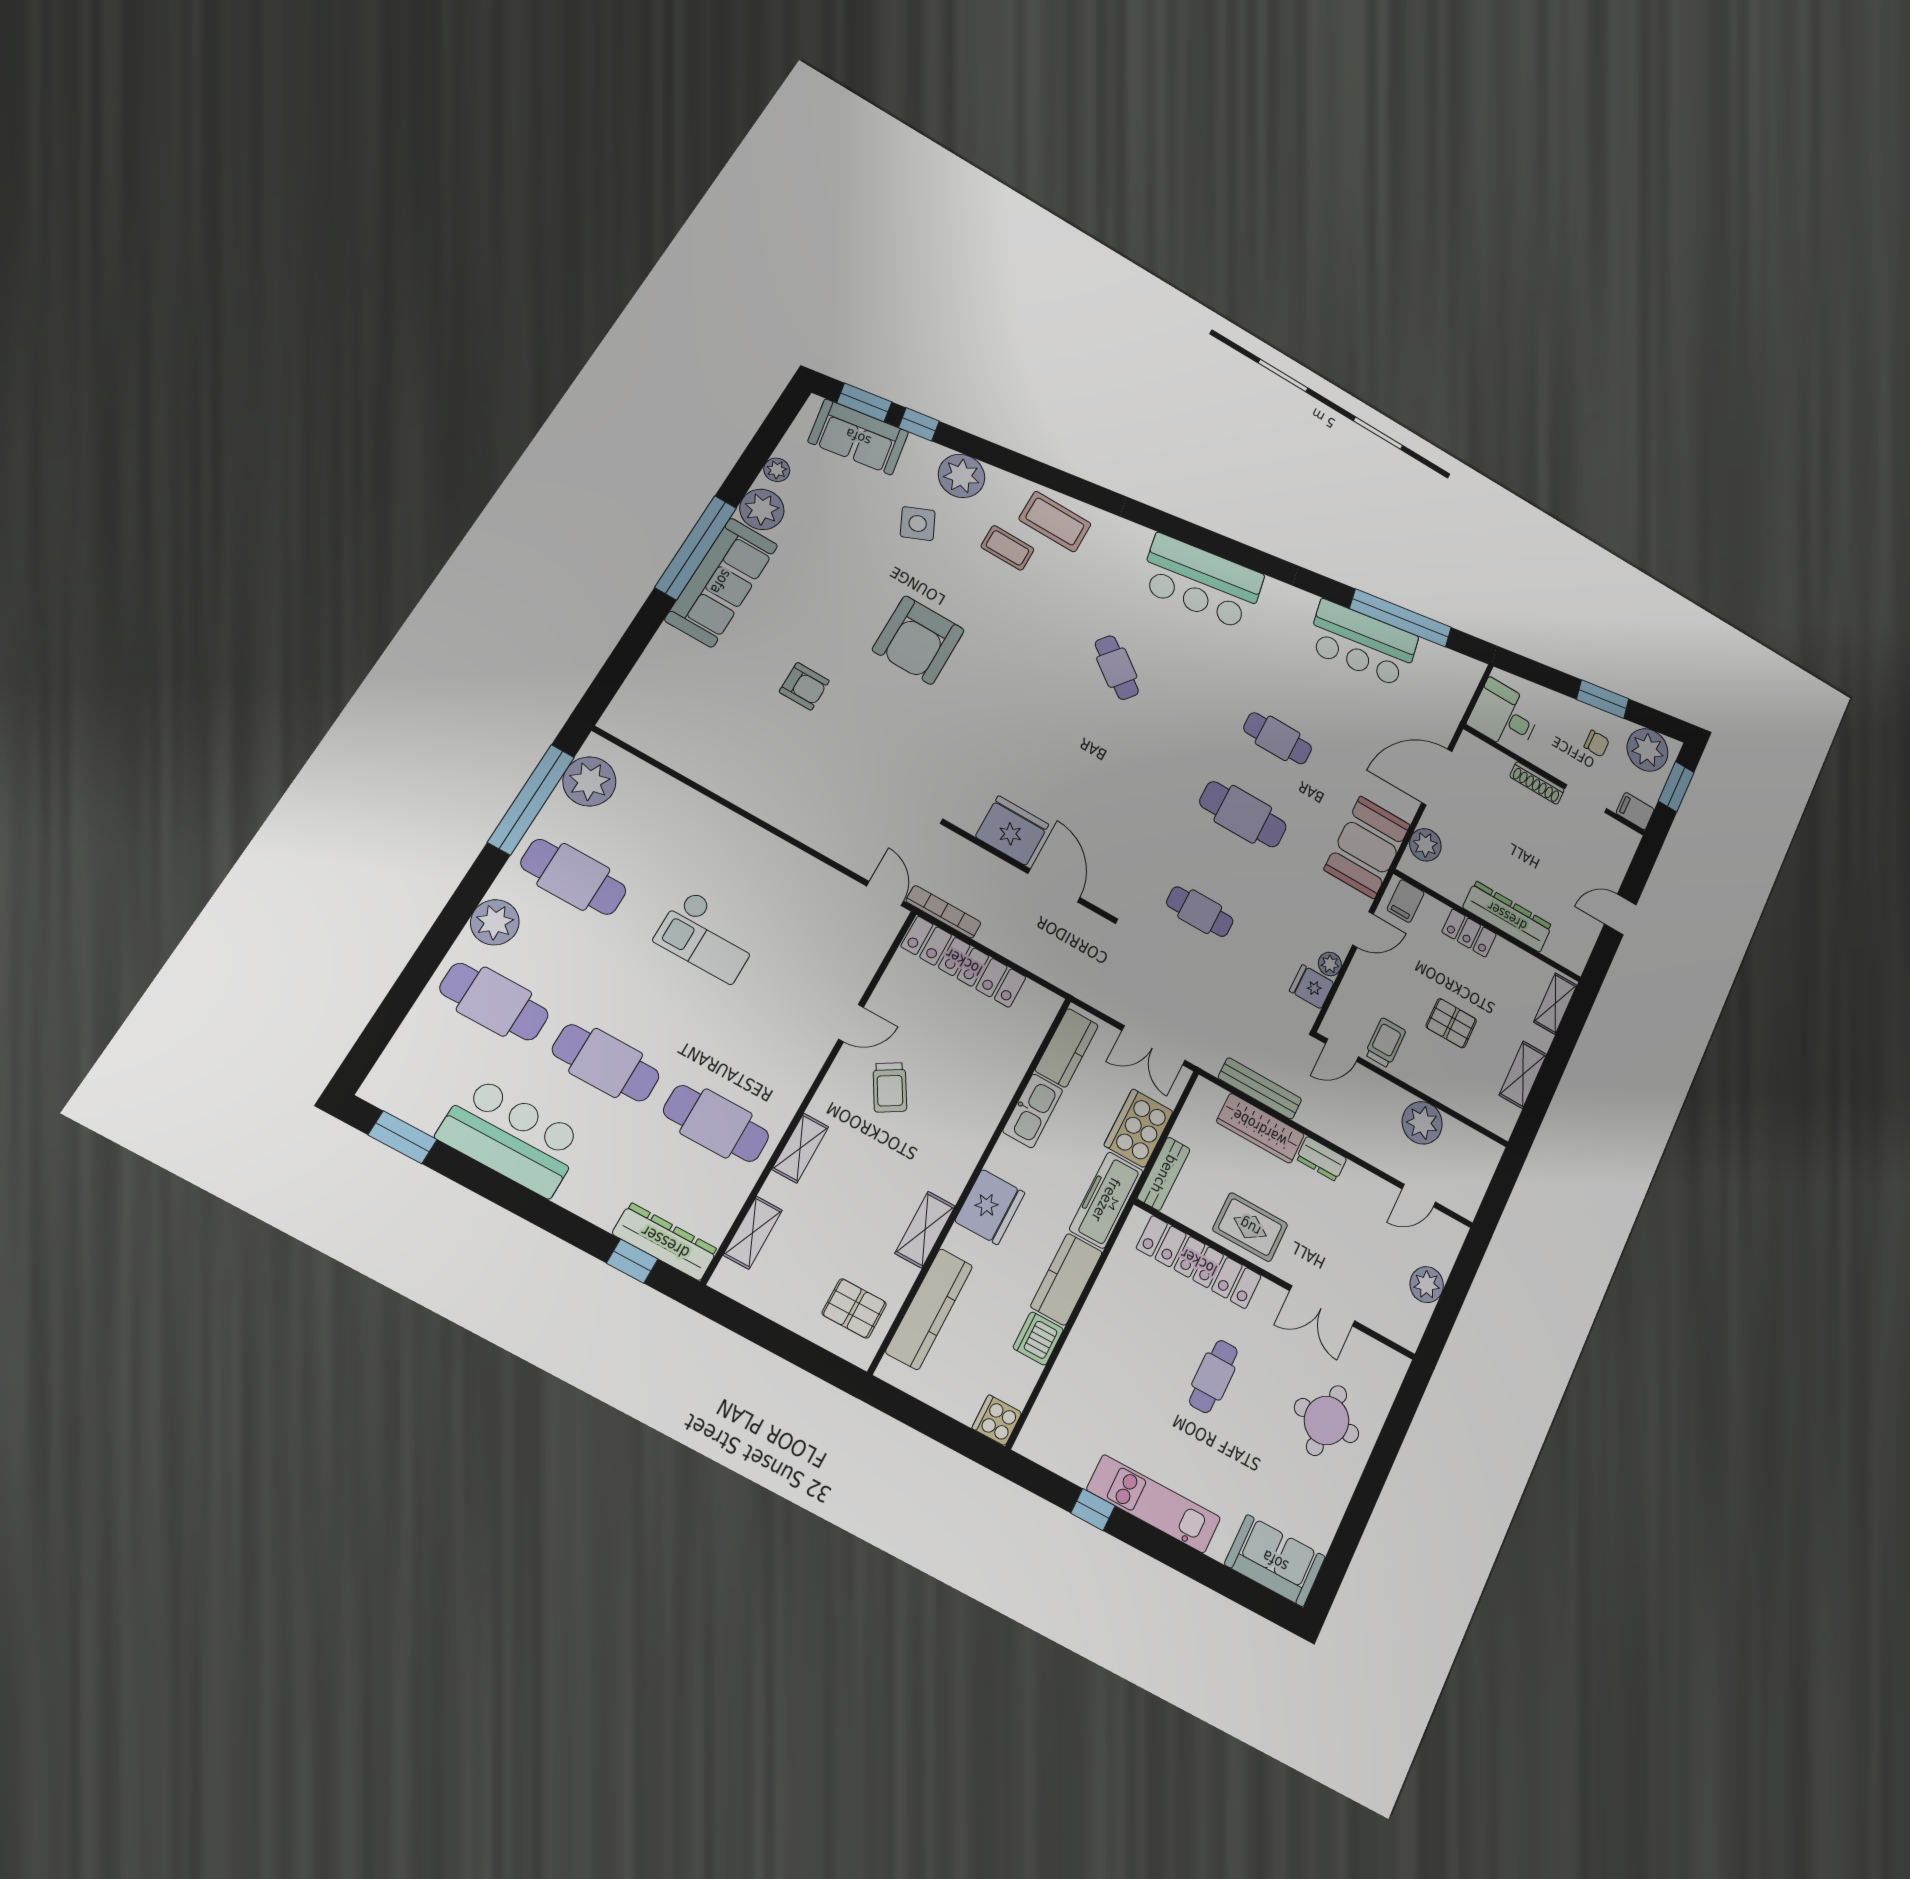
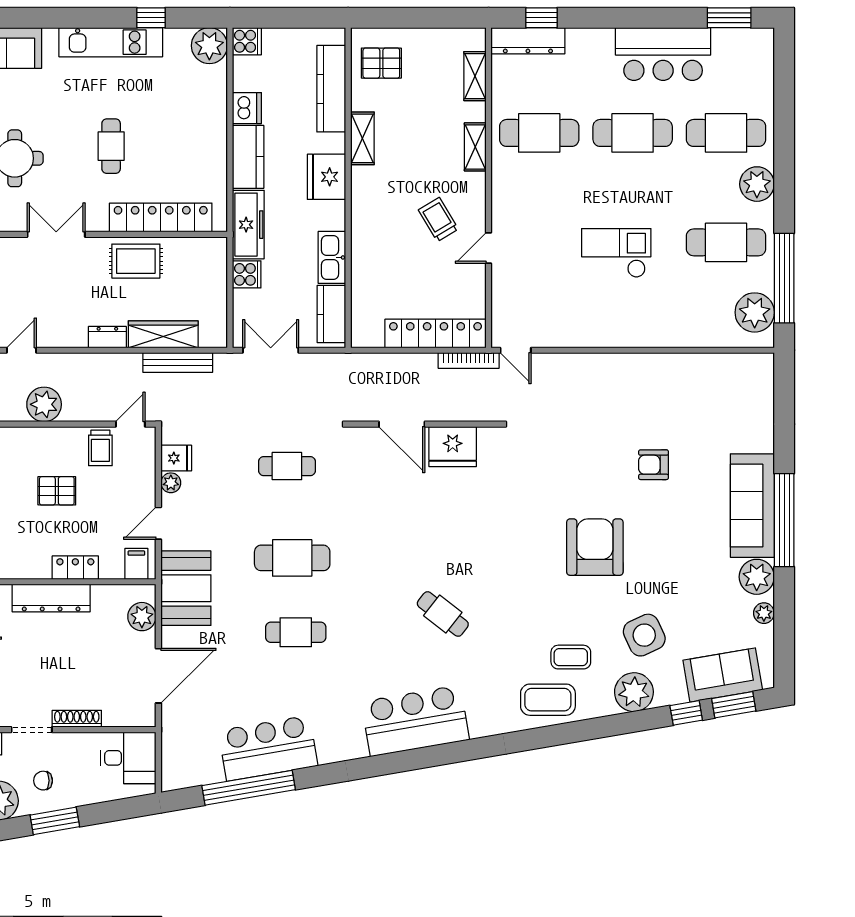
side table: (918, 524) -> (644, 635), width x1.37, depth x1.37
cooker: (1139, 1128) -> (247, 274), width x0.53, depth x0.76
bench: (1164, 1174) -> (217, 265), removed
plant: (1043, 1438) -> (209, 46), added

